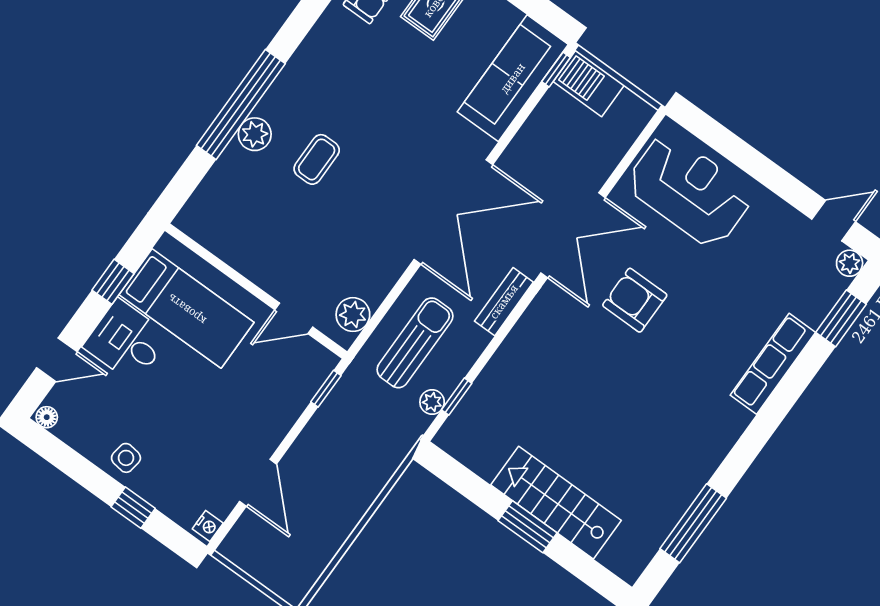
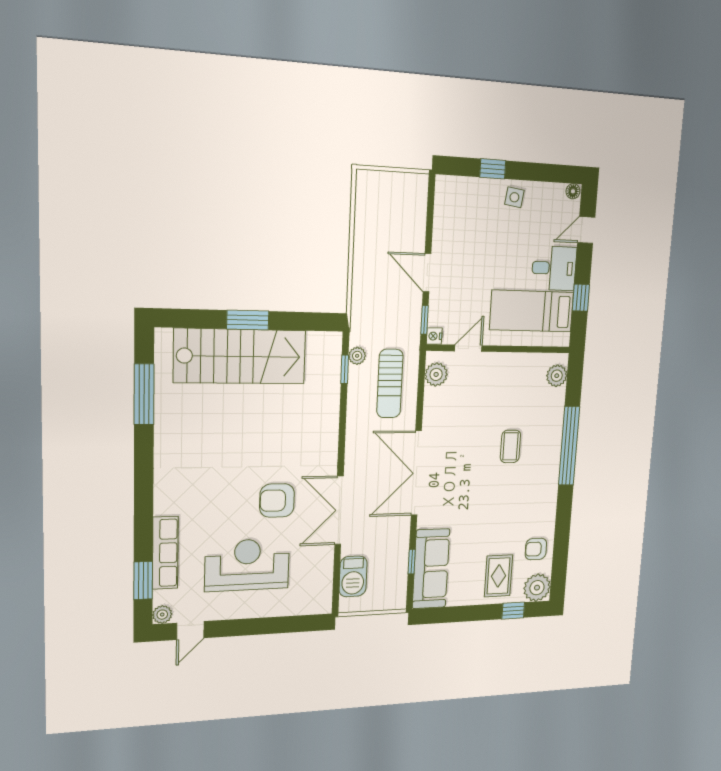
window: (556, 70) -> (412, 562), moved
barbecue: (589, 83) -> (353, 576), moved, turned 90
plant: (255, 134) -> (557, 376), moved
reception desk: (689, 190) -> (247, 565), moved, turned 180
armchair: (635, 300) -> (277, 500), turned 180
bench: (504, 302) -> (354, 444), removed
row of seats: (773, 364) -> (165, 553), moved
door: (258, 483) -> (427, 273), moved
stairs: (556, 503) -> (240, 356), width x1.36, depth x1.51
nightstand: (208, 526) -> (434, 336), moved

